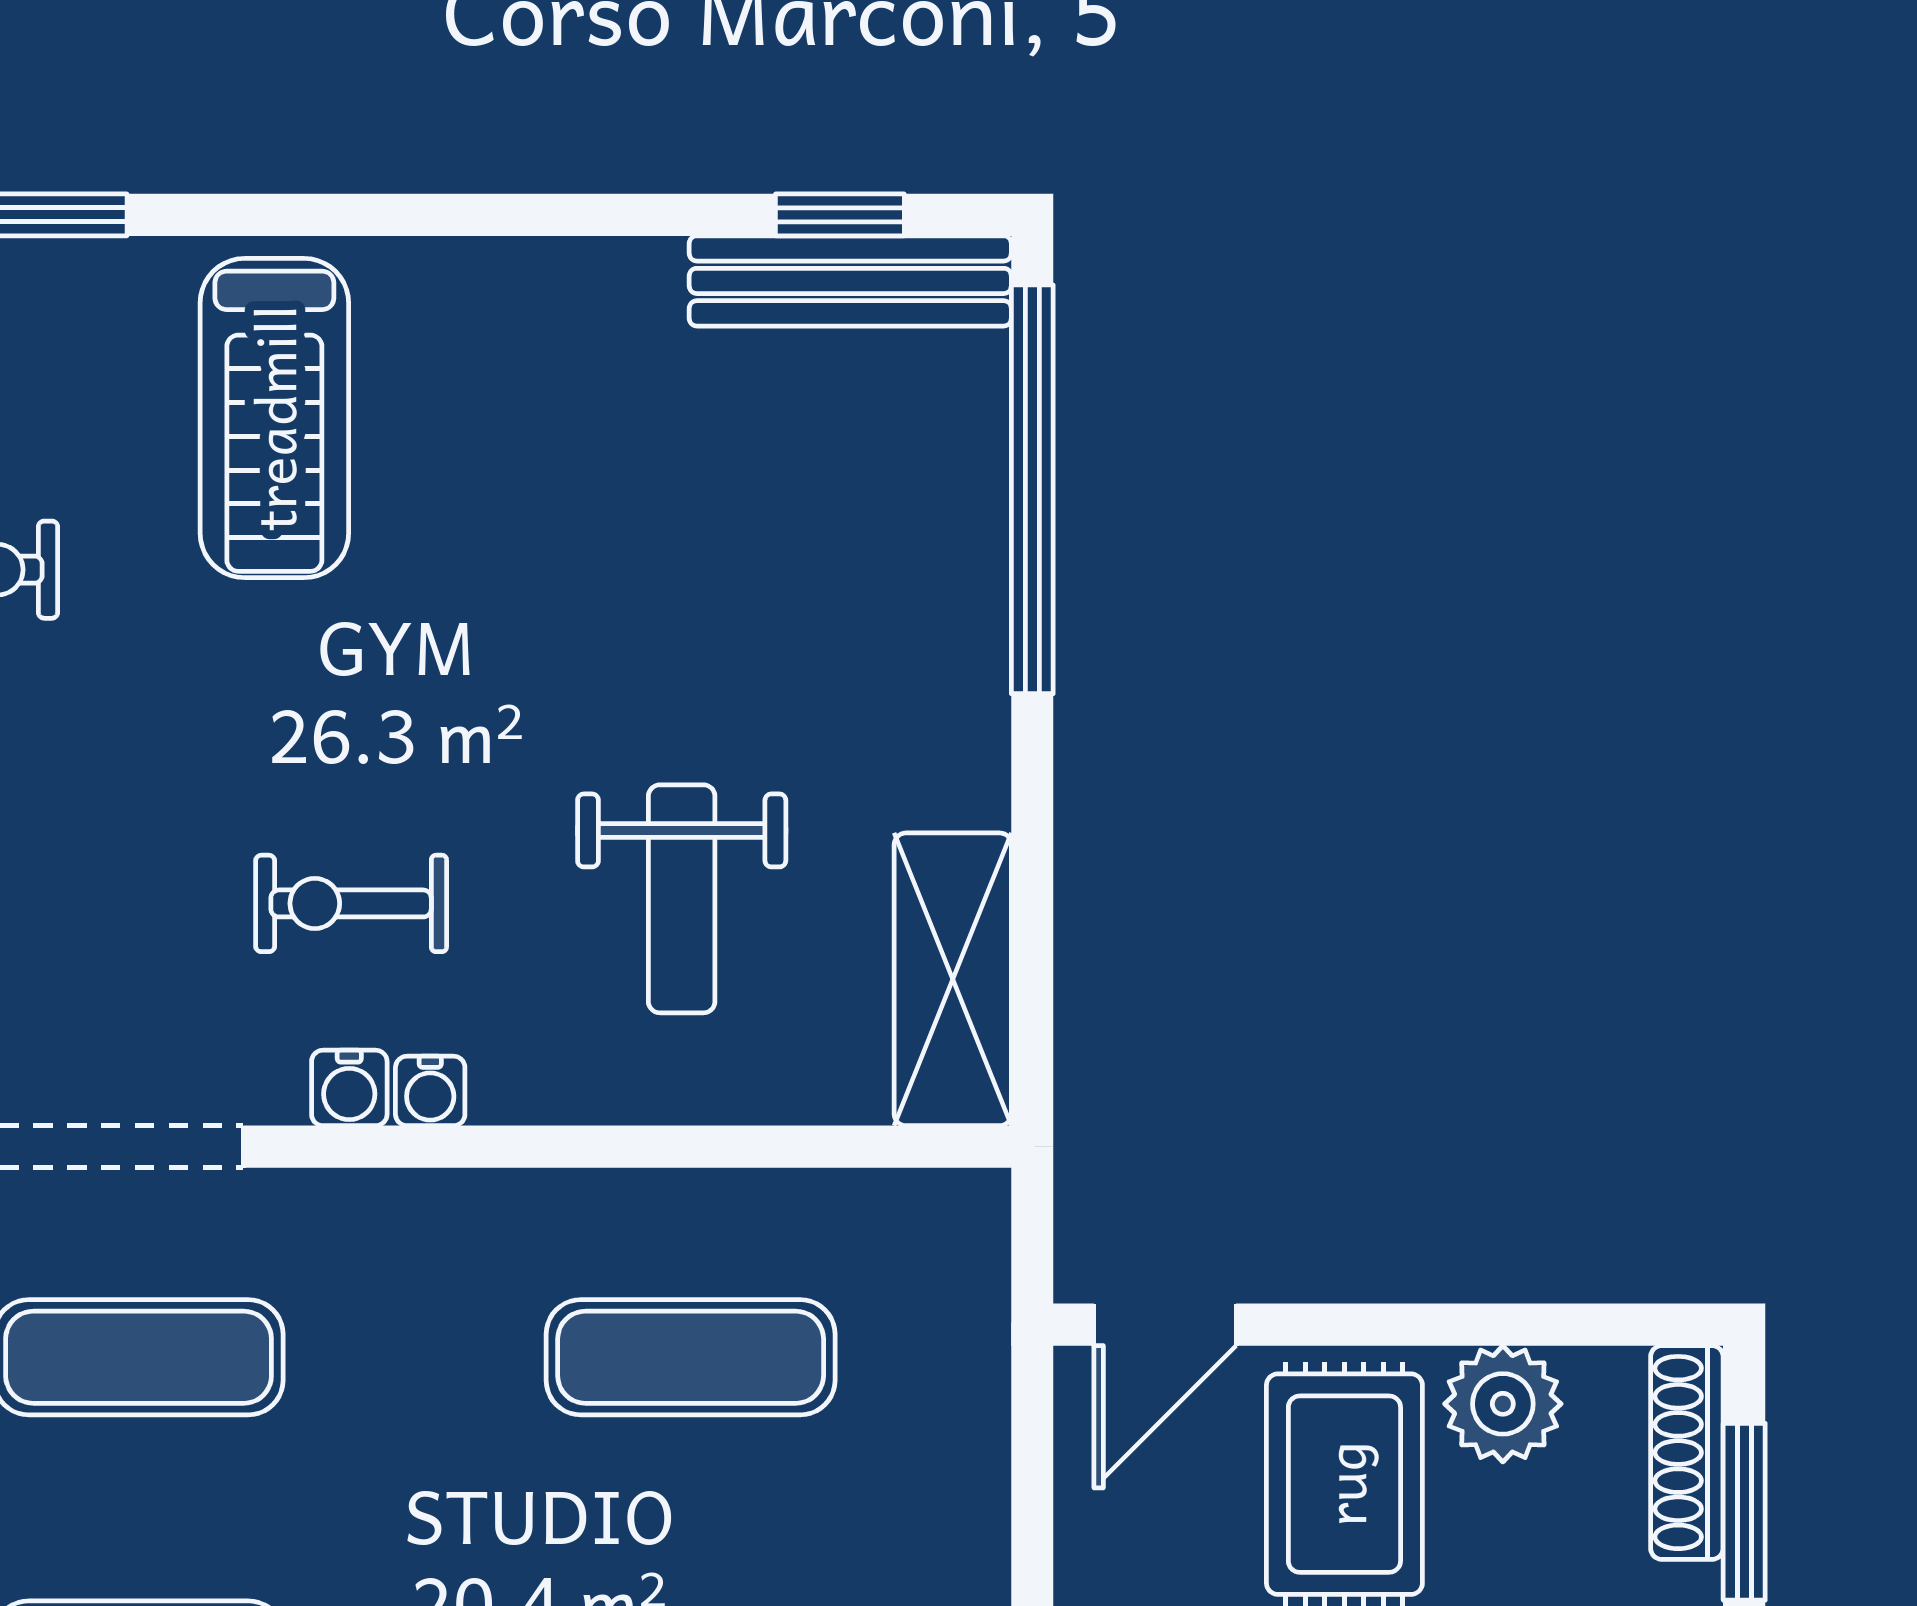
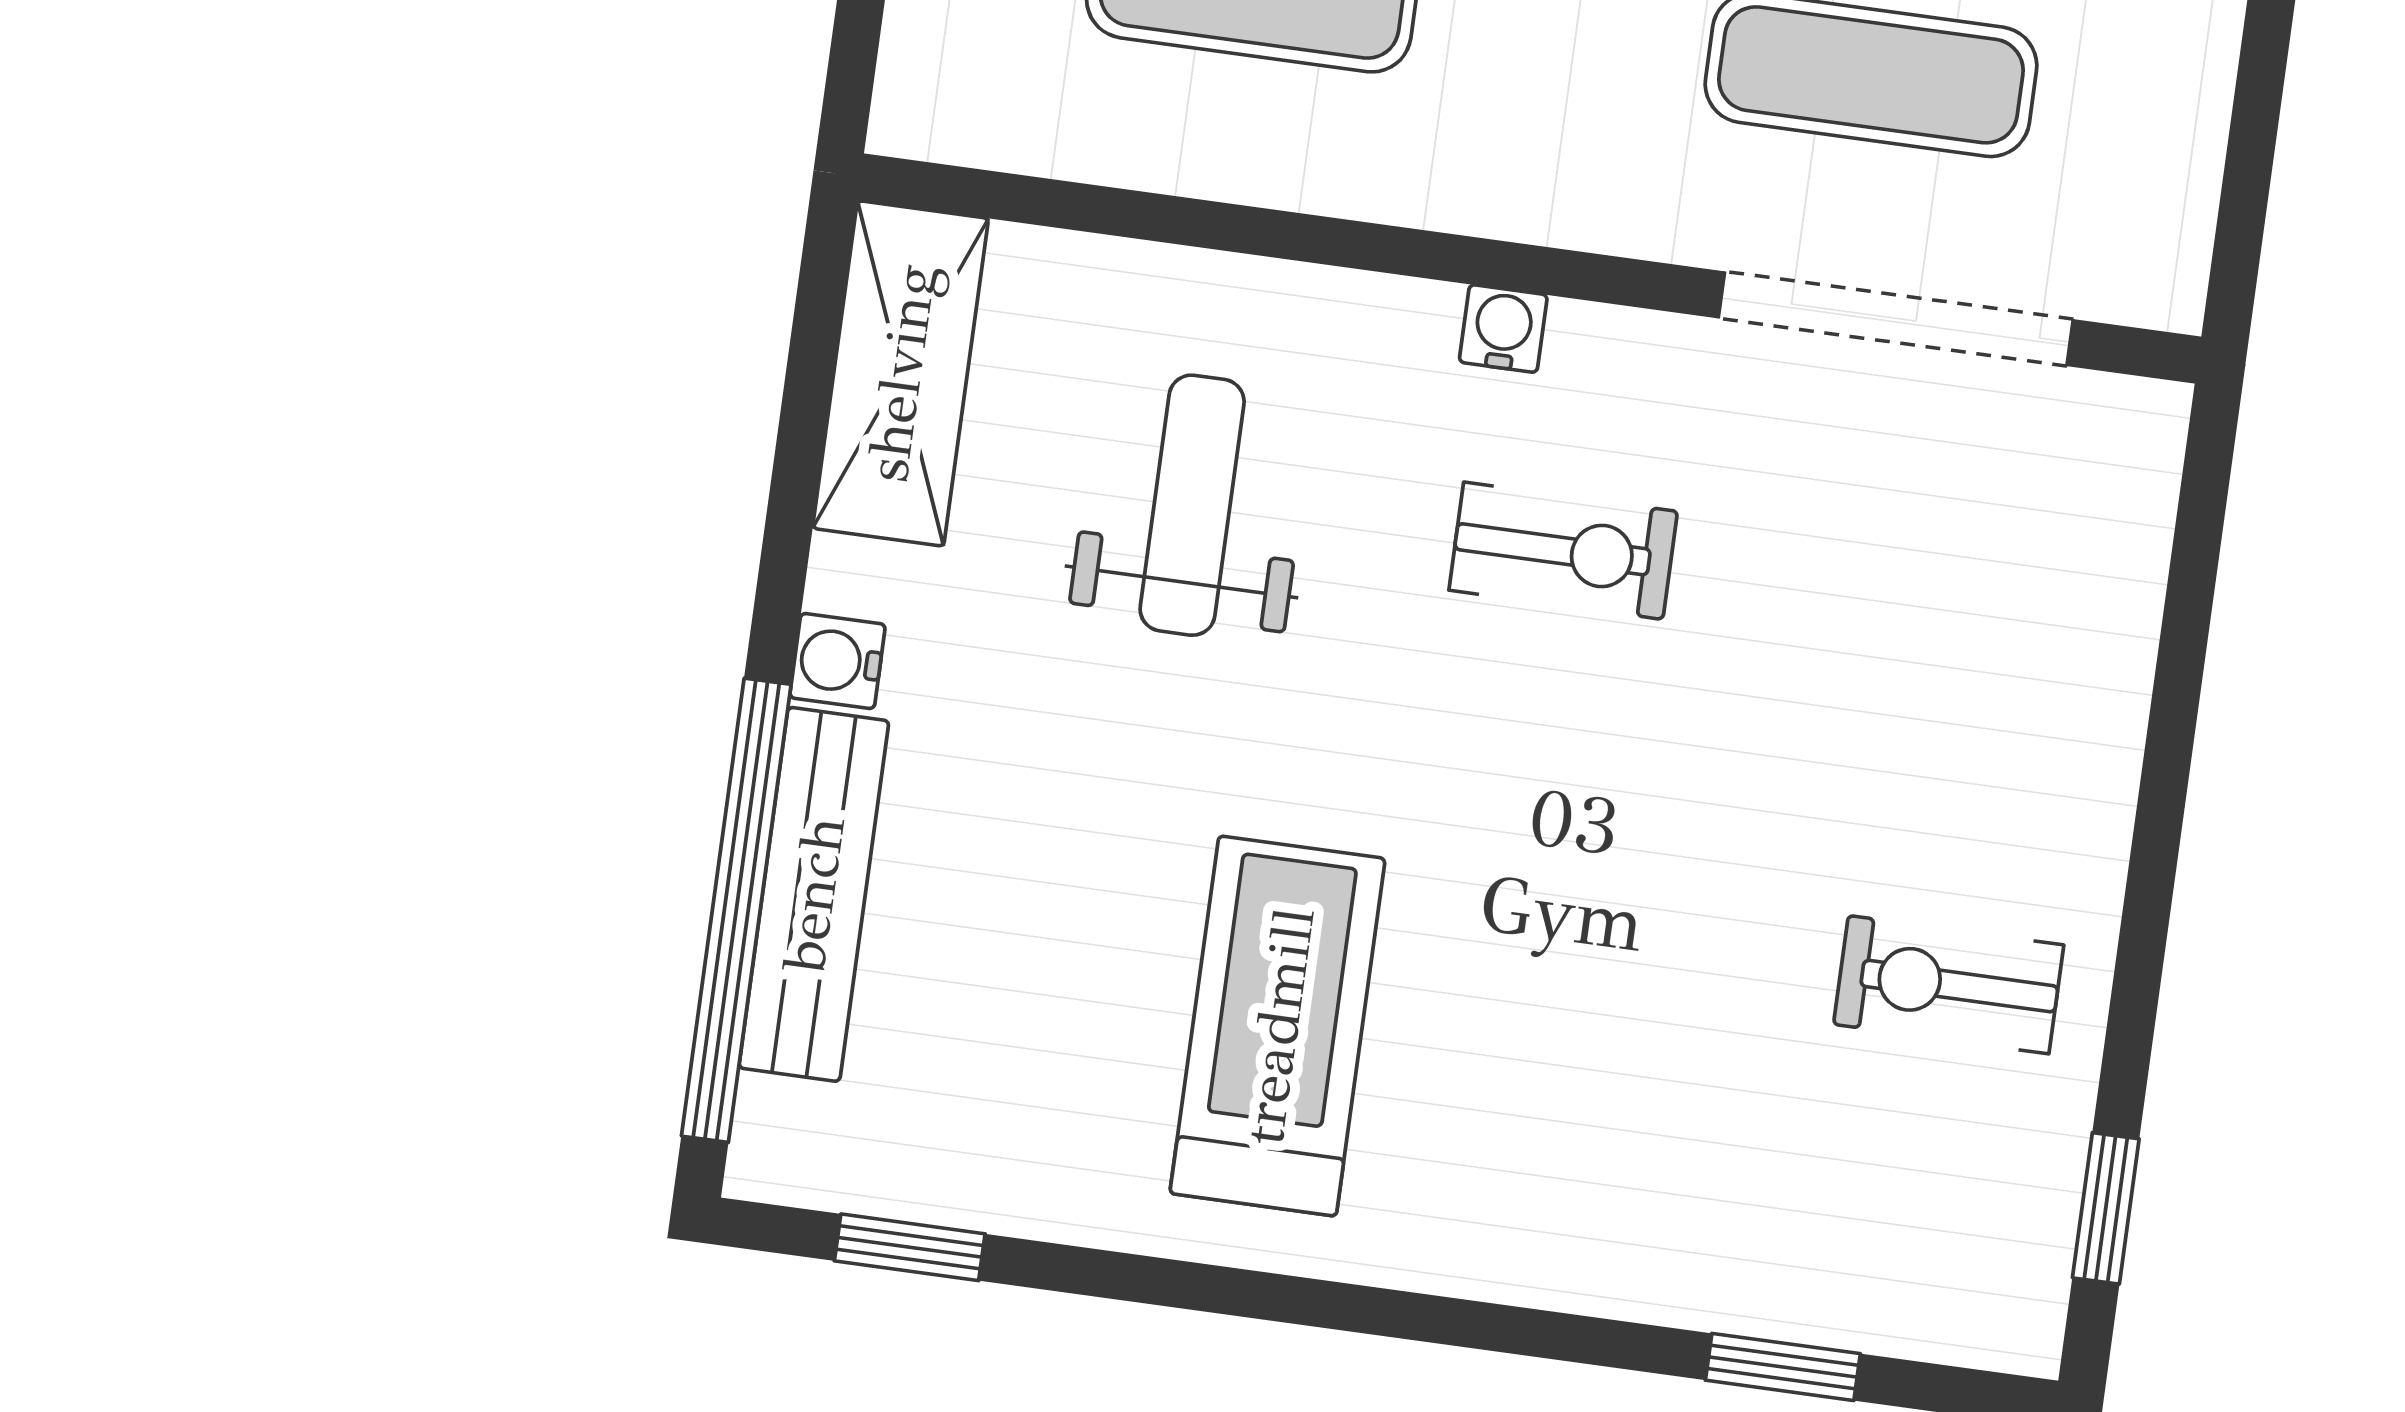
bench: (850, 281) -> (814, 894), moved, turned 90
treadmill: (274, 418) -> (1278, 1026), moved
water cooler: (349, 1088) -> (837, 661), moved, turned -90

